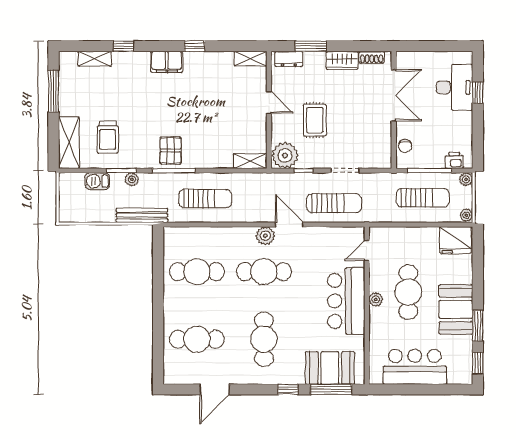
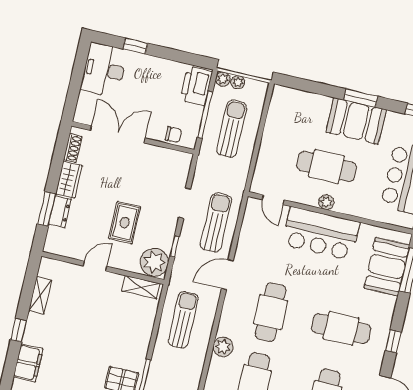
shelving: (251, 59) -> (40, 296), moved
dresser: (289, 59) -> (60, 212), moved
desk: (455, 87) -> (104, 70), moved, turned -90
rug: (315, 120) -> (125, 223), turned 90
printer: (454, 160) -> (196, 86), width x1.87, depth x1.48
shelving: (250, 161) -> (141, 287), moved, turned 90
sun lounger: (205, 199) -> (183, 320), moved
plant: (466, 215) -> (238, 82), moved
plant: (265, 236) -> (223, 347), moved
fridge: (455, 240) -> (284, 105), removed
window: (478, 326) -> (361, 98), moved
window: (288, 389) -> (393, 341), moved

